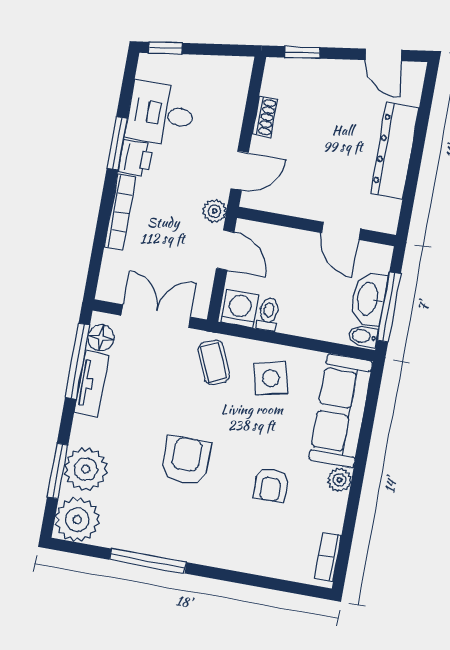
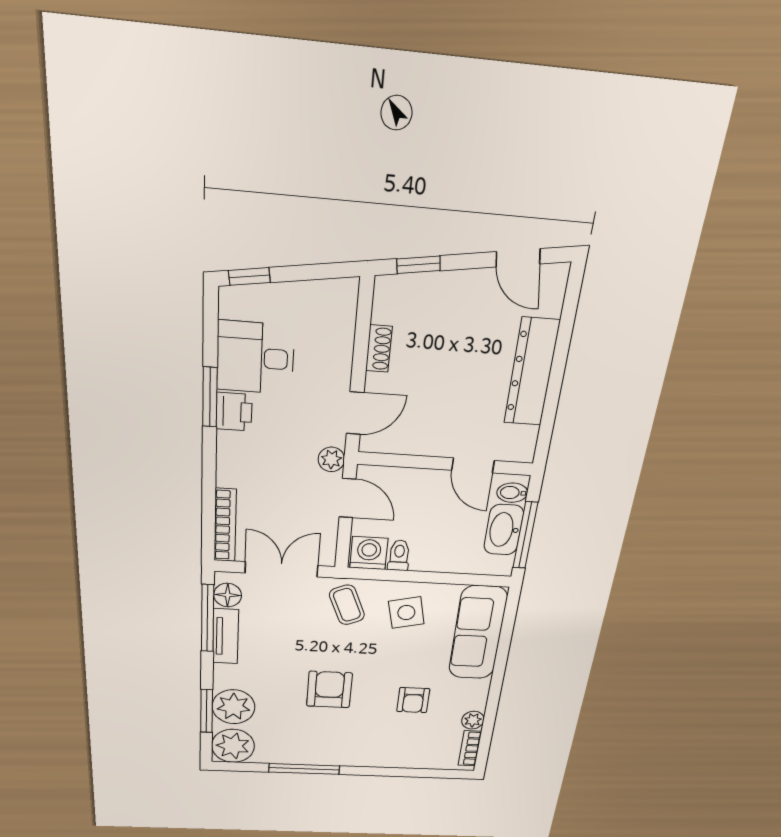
bookcase: (120, 212) -> (225, 525), moved
bidet: (363, 336) -> (512, 493), moved
plant: (340, 480) -> (473, 720), moved

